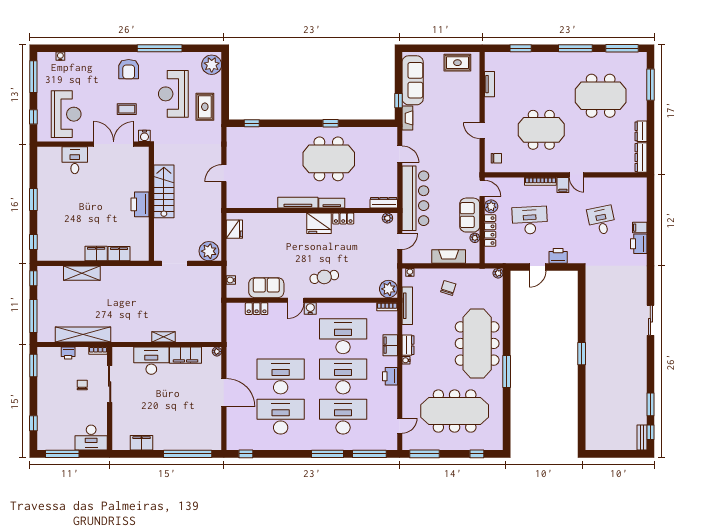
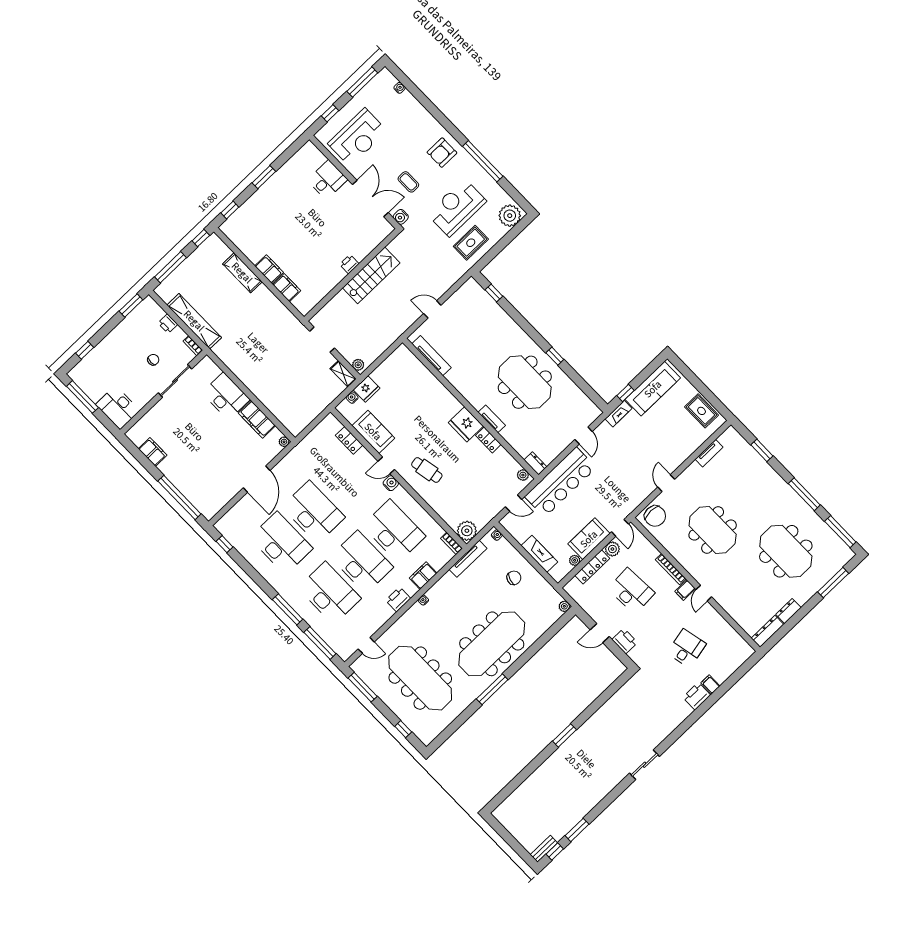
chair: (496, 158) -> (655, 516), width x1.87, depth x1.87
tv unit: (298, 203) -> (431, 356), moved
dresser: (384, 203) -> (535, 463), width x0.70
printer: (140, 204) -> (349, 264), width x0.53, depth x0.68
fridge: (234, 229) -> (367, 389), moved
plant: (209, 251) -> (358, 365), width x0.53, depth x0.53
shelving: (163, 337) -> (343, 374), moved
dresser: (408, 345) -> (437, 590), removed

